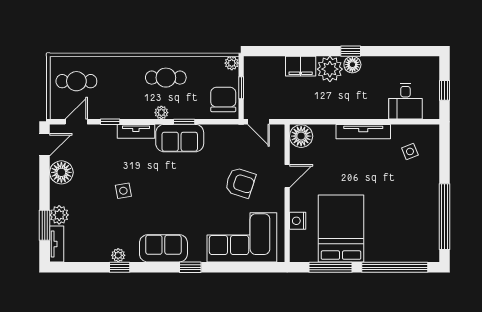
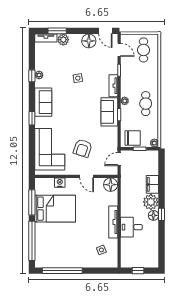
desk: (405, 101) -> (131, 227), moved

